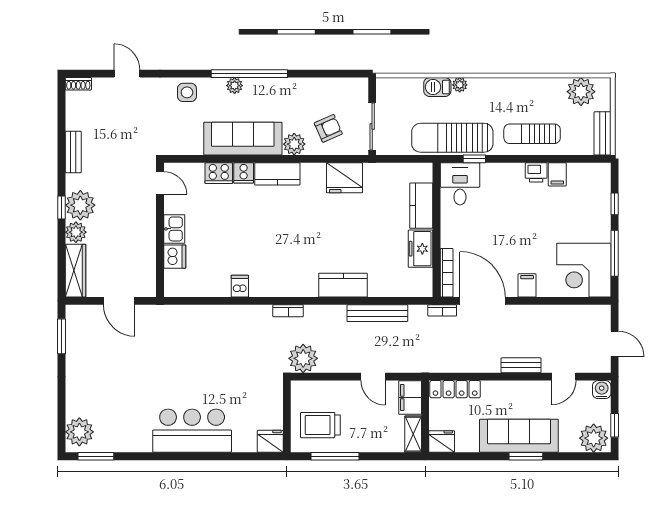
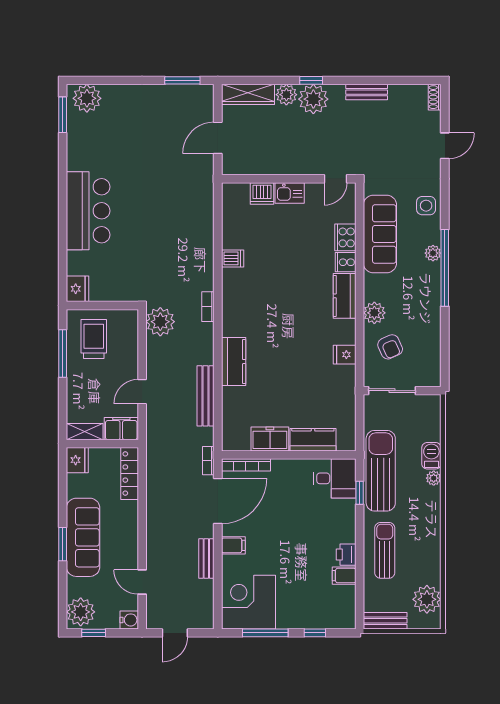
sofa: (243, 139) -> (380, 234), moved
fridge: (345, 178) -> (345, 355), width x0.53, depth x0.75
bench: (521, 365) -> (206, 558), moved

